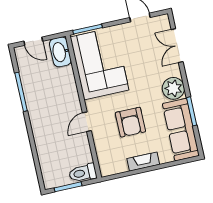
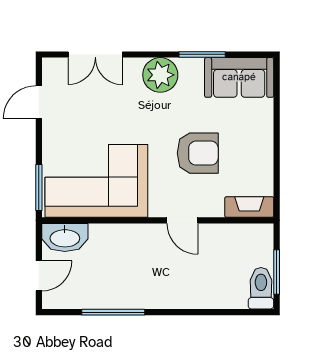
sofa: (181, 130) -> (239, 77), width x0.73
fireplace: (143, 162) -> (249, 207), moved, turned 90
toilet: (83, 173) -> (261, 288), moved, turned 180

